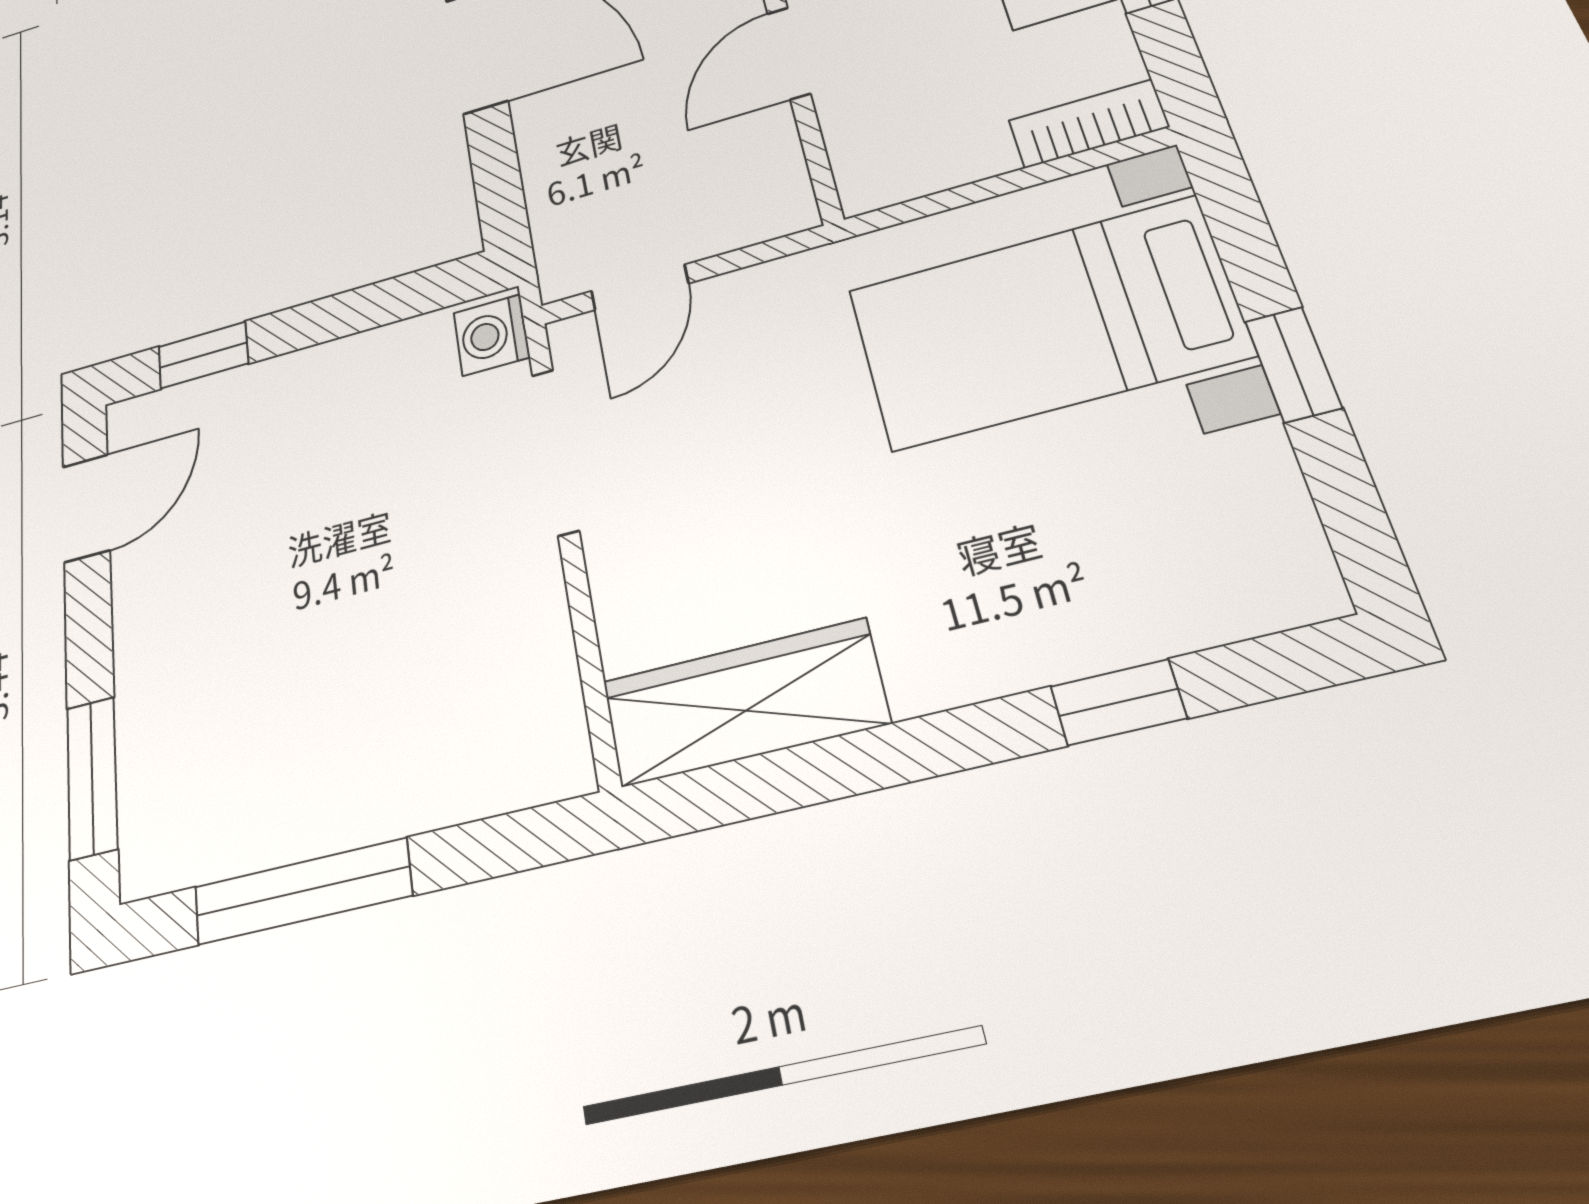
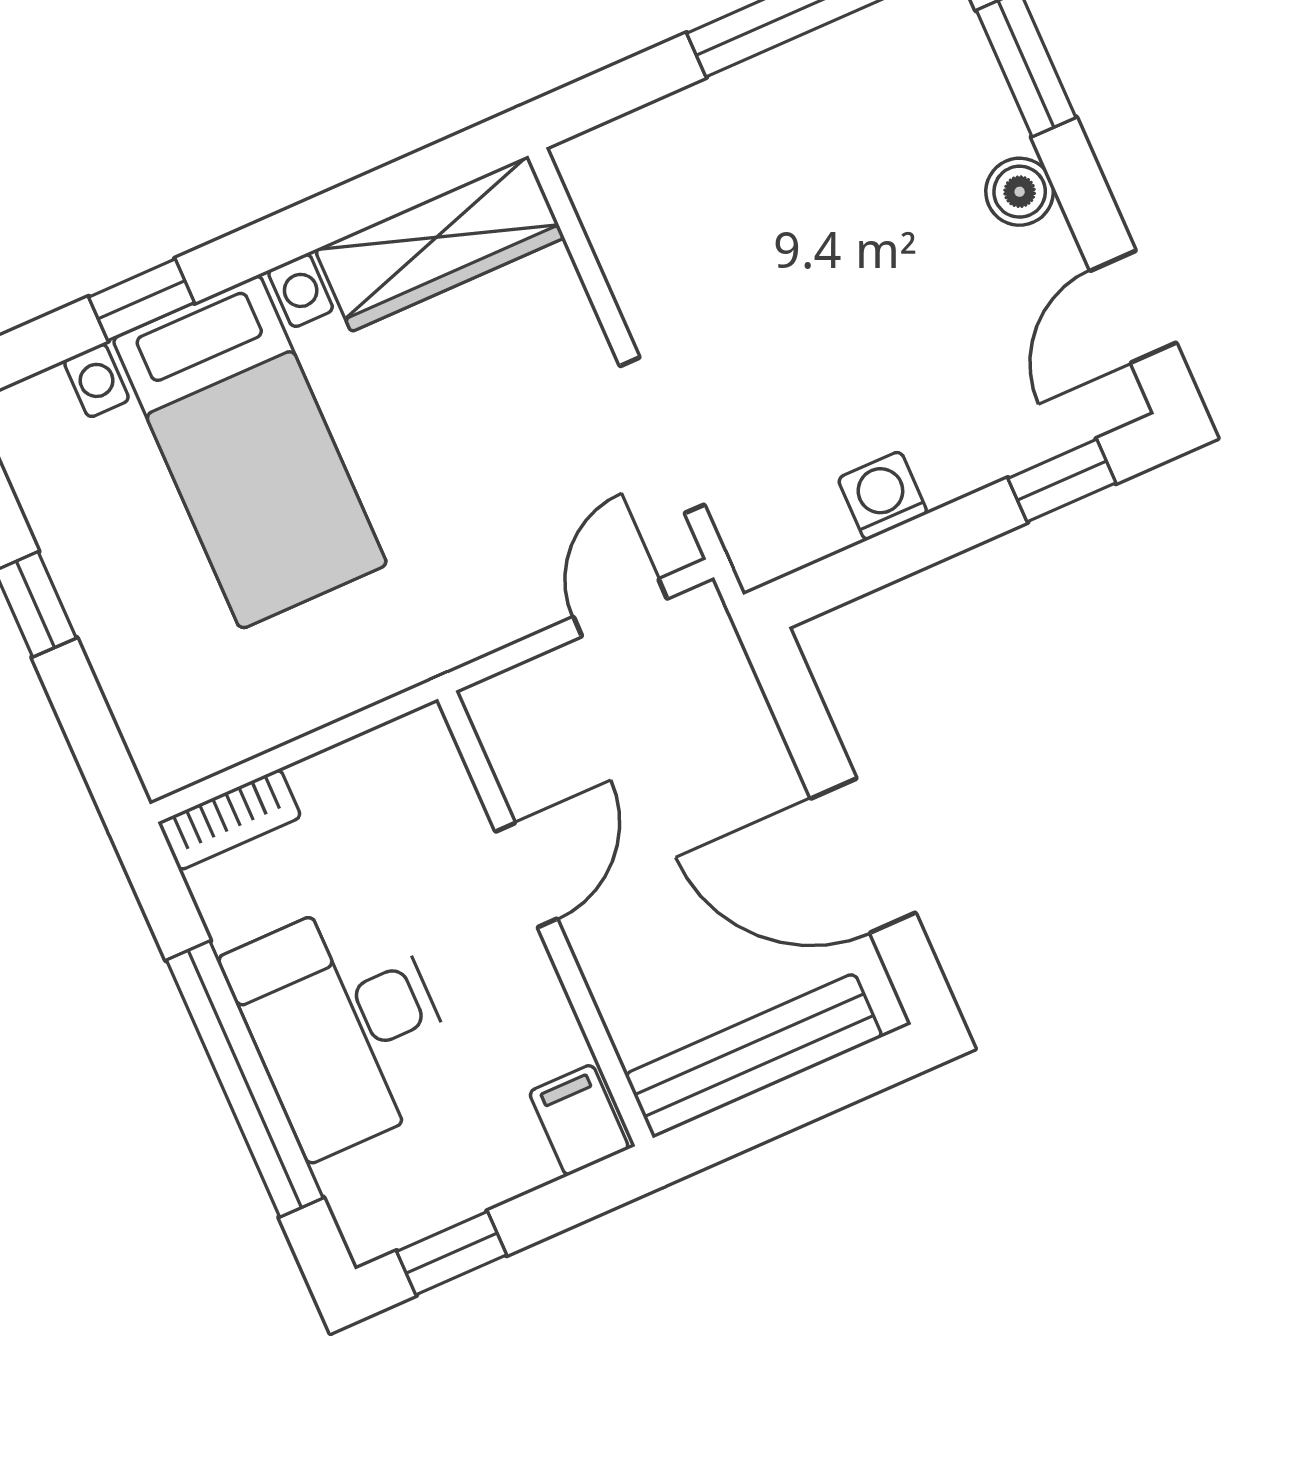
bed with nightstands: (1045, 322) -> (250, 452), moved, turned 90
washing machine: (492, 335) -> (883, 496), moved, turned -90
boiler: (144, 642) -> (1020, 192), added

